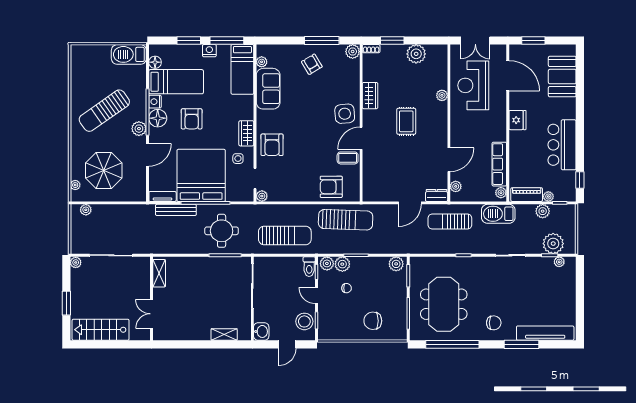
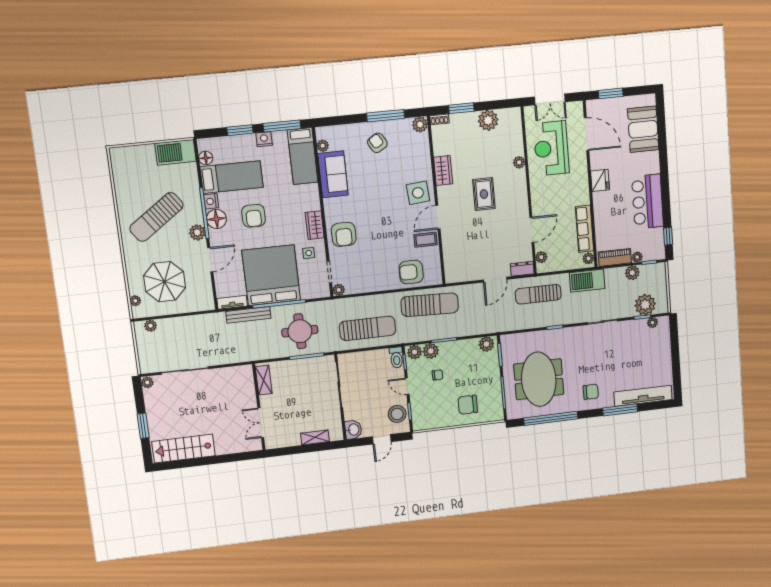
shelving: (159, 273) -> (264, 380), moved
wall: (151, 299) -> (259, 407), moved
double door: (151, 314) -> (261, 423), moved

